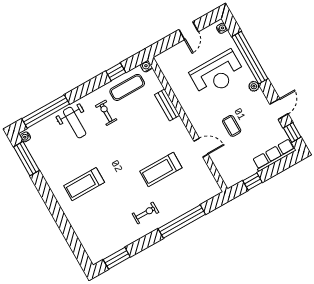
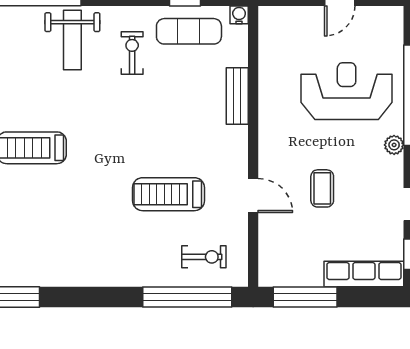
water cooler: (222, 28) -> (395, 22), removed
reception desk: (217, 74) -> (347, 91), turned 180
window: (253, 181) -> (305, 297), width x2.17
exercise bike: (145, 213) -> (204, 257), moved
window: (182, 221) -> (187, 297), moved

